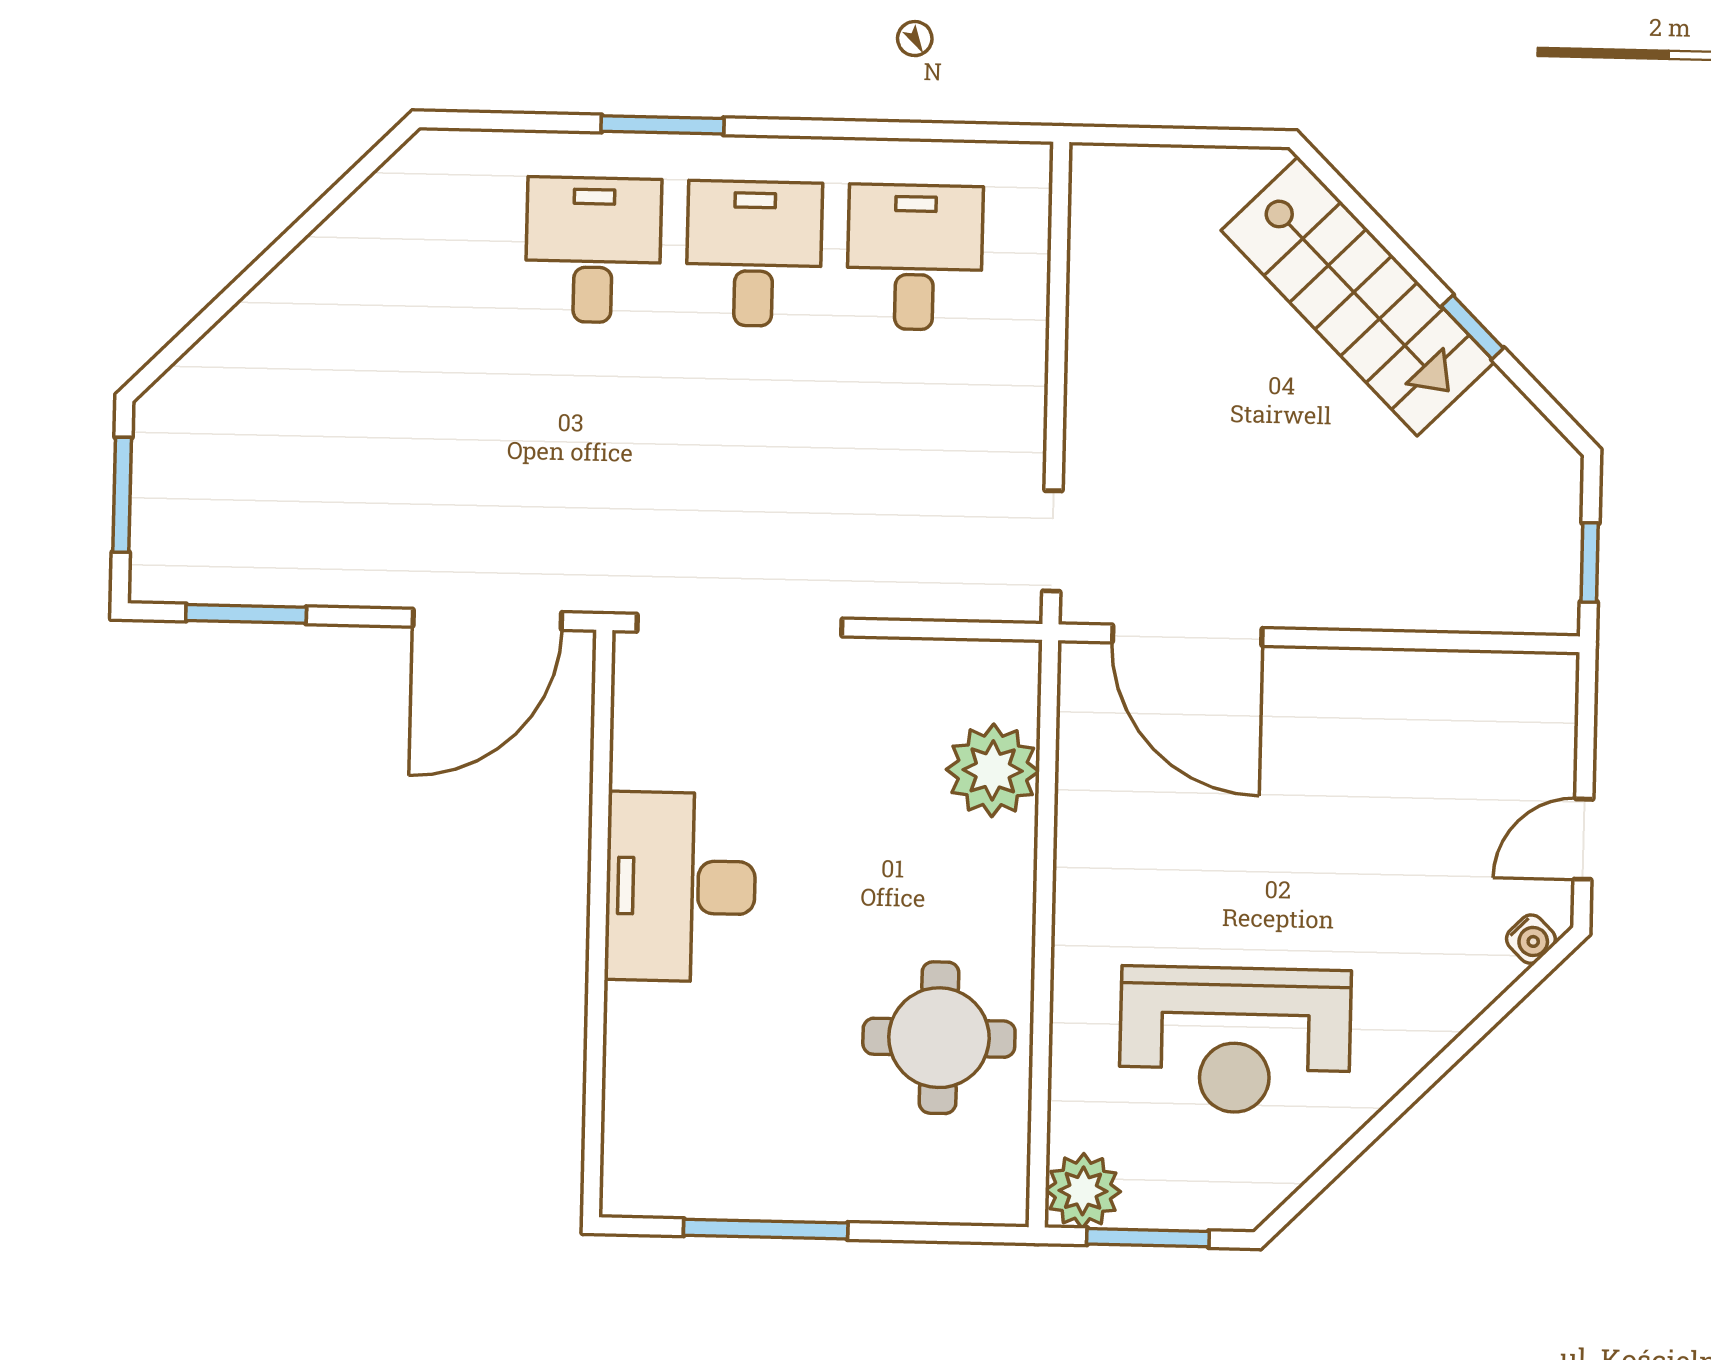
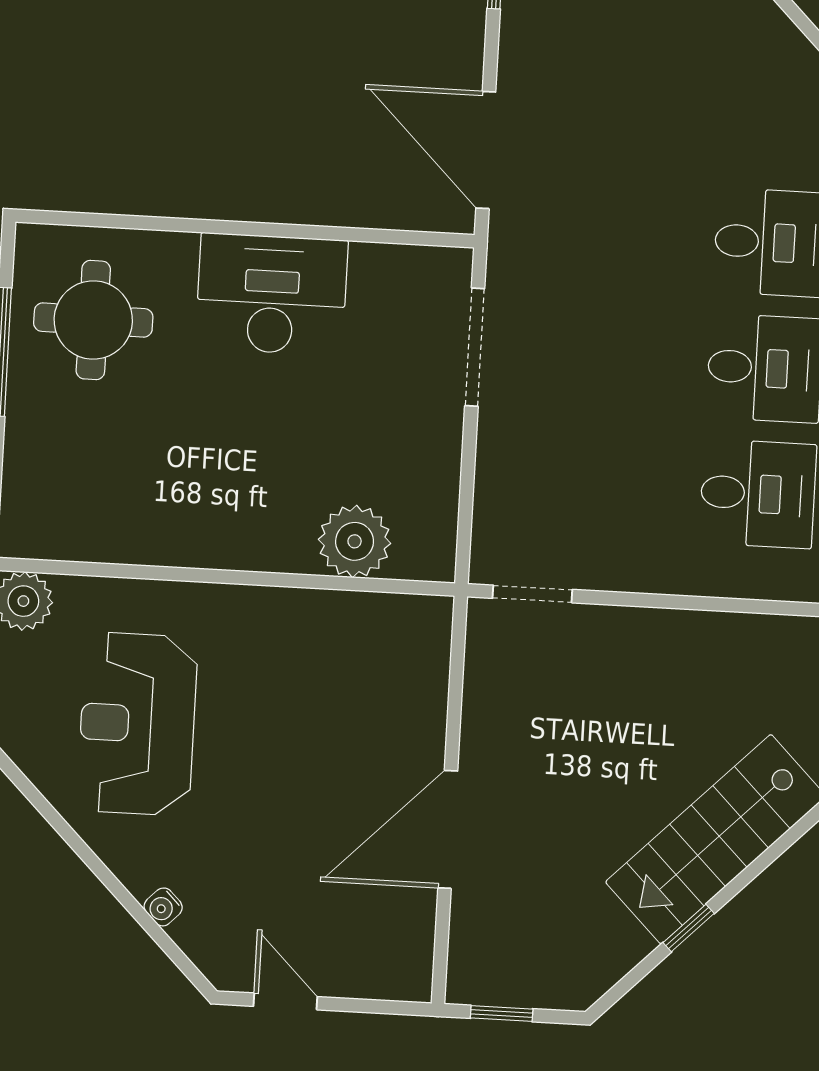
doorway: (739, 625) -> (475, 347), width x0.73
door: (1187, 635) -> (448, 829), moved
water cooler: (1531, 939) -> (163, 907), moved
round table: (939, 1038) -> (93, 320), moved

